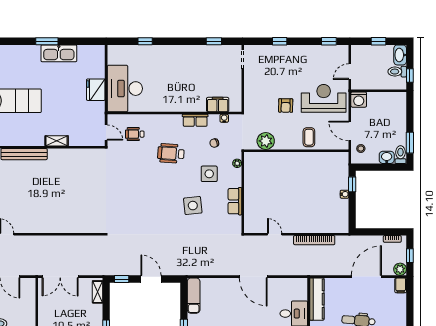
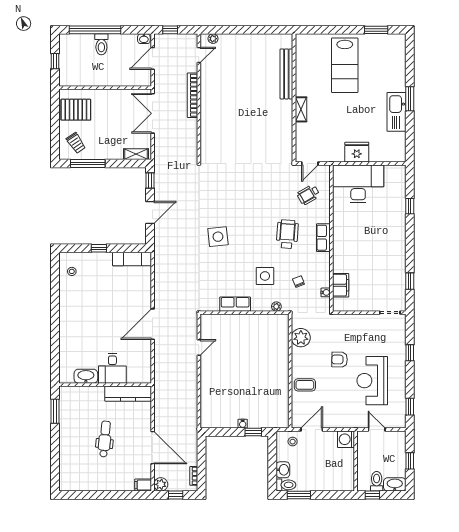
reception desk: (324, 98) -> (372, 381), moved, turned 180
row of seats: (195, 120) -> (323, 238), moved
wheelchair: (135, 134) -> (308, 195), turned -120
side table: (193, 206) -> (218, 237), moved
bookcase: (314, 240) -> (193, 95), moved

